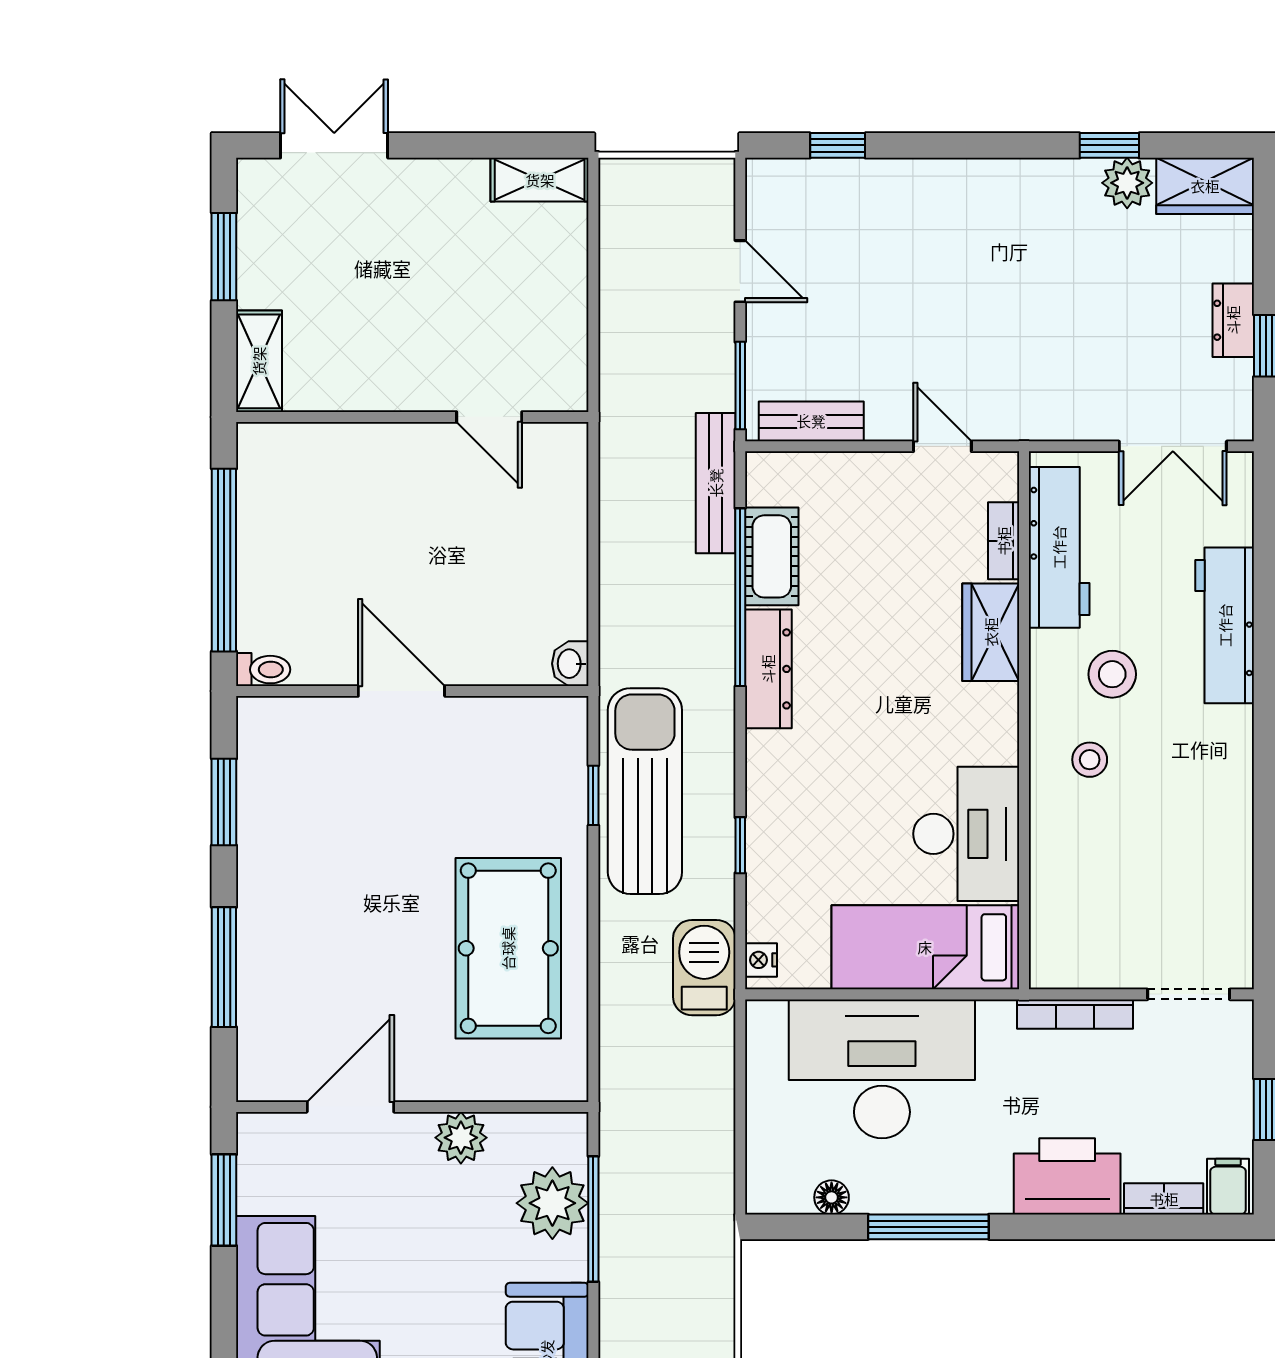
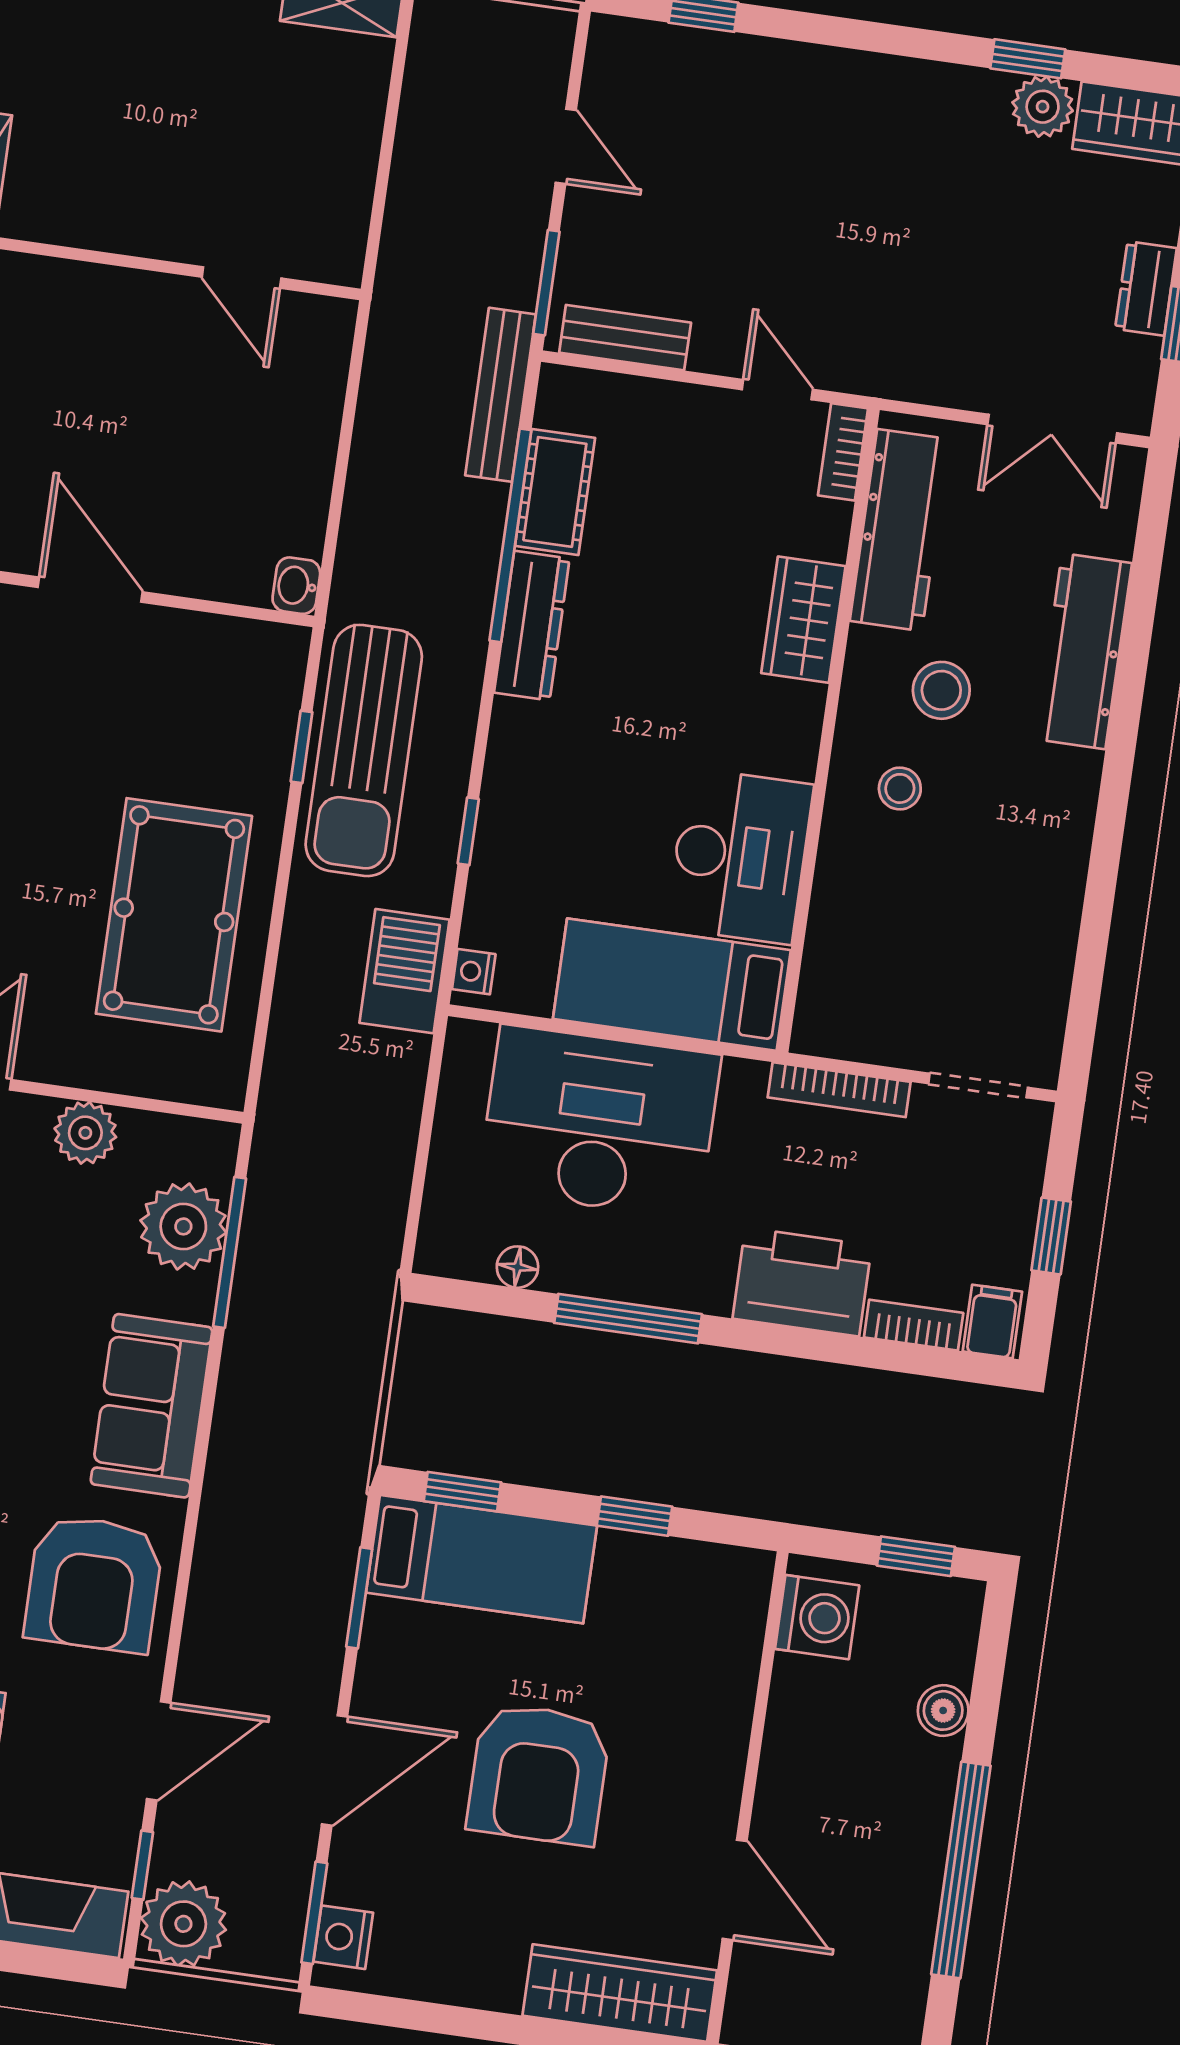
bookcase: (1004, 541) -> (843, 452), moved
sun lounger: (645, 791) -> (364, 750), turned 180

